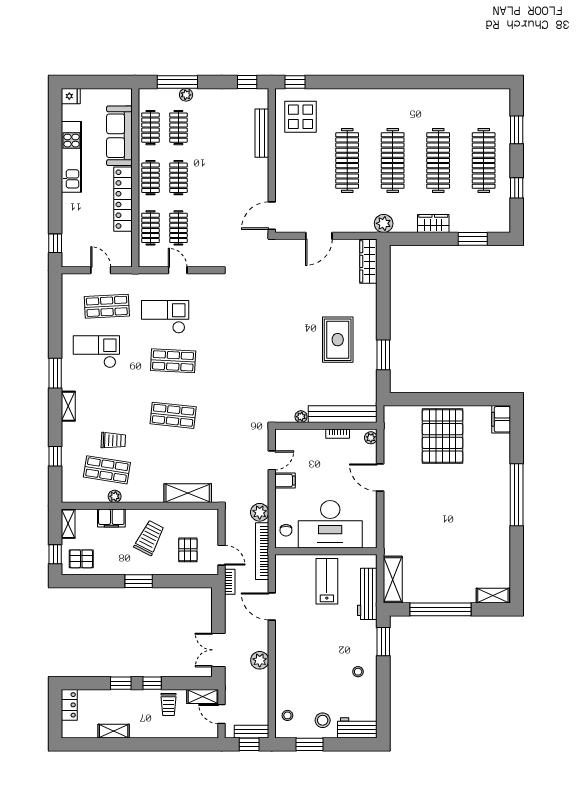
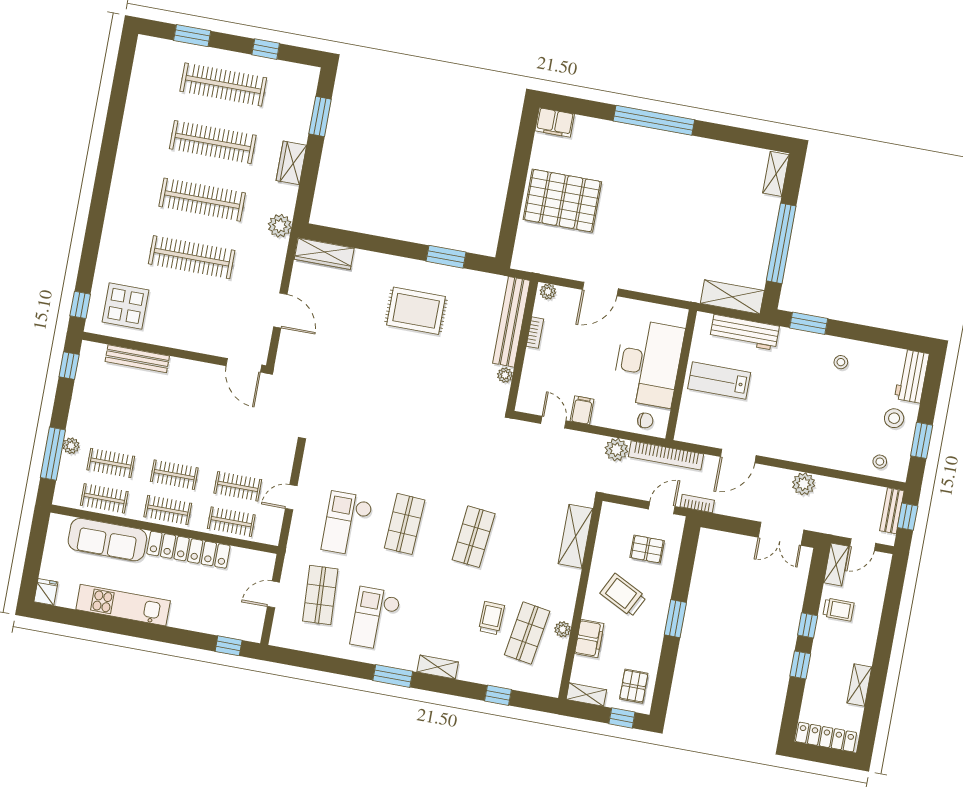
locker: (69, 705) -> (826, 737), width x1.53

